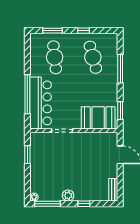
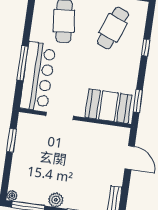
cafe table: (93, 57) -> (113, 28), turned 36
window: (120, 69) -> (146, 48), width x0.46
window: (27, 94) -> (22, 63), width x0.68

